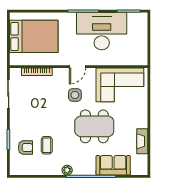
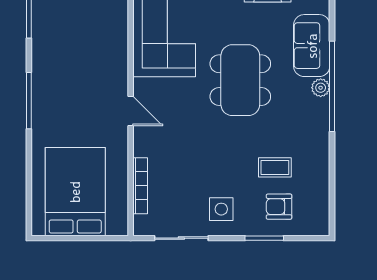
desk: (102, 31) -> (66, 67), removed
side table: (75, 95) -> (221, 209), moved
armchair: (25, 147) -> (279, 207), turned -90
plant: (67, 170) -> (321, 88), moved

